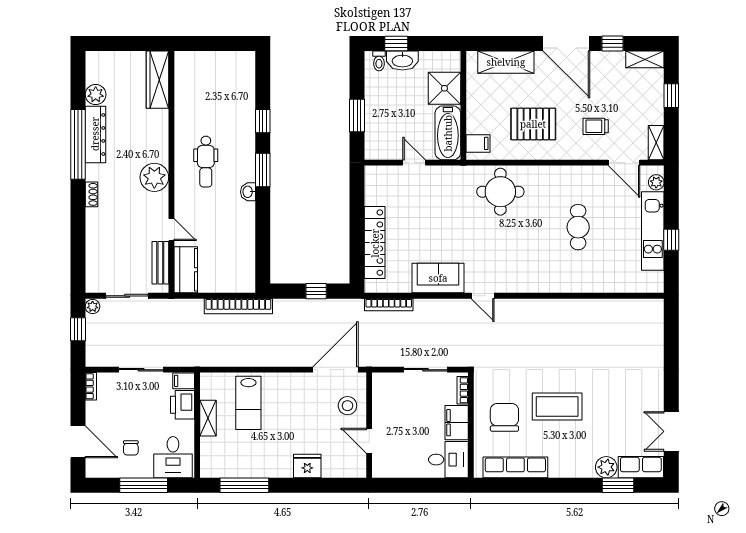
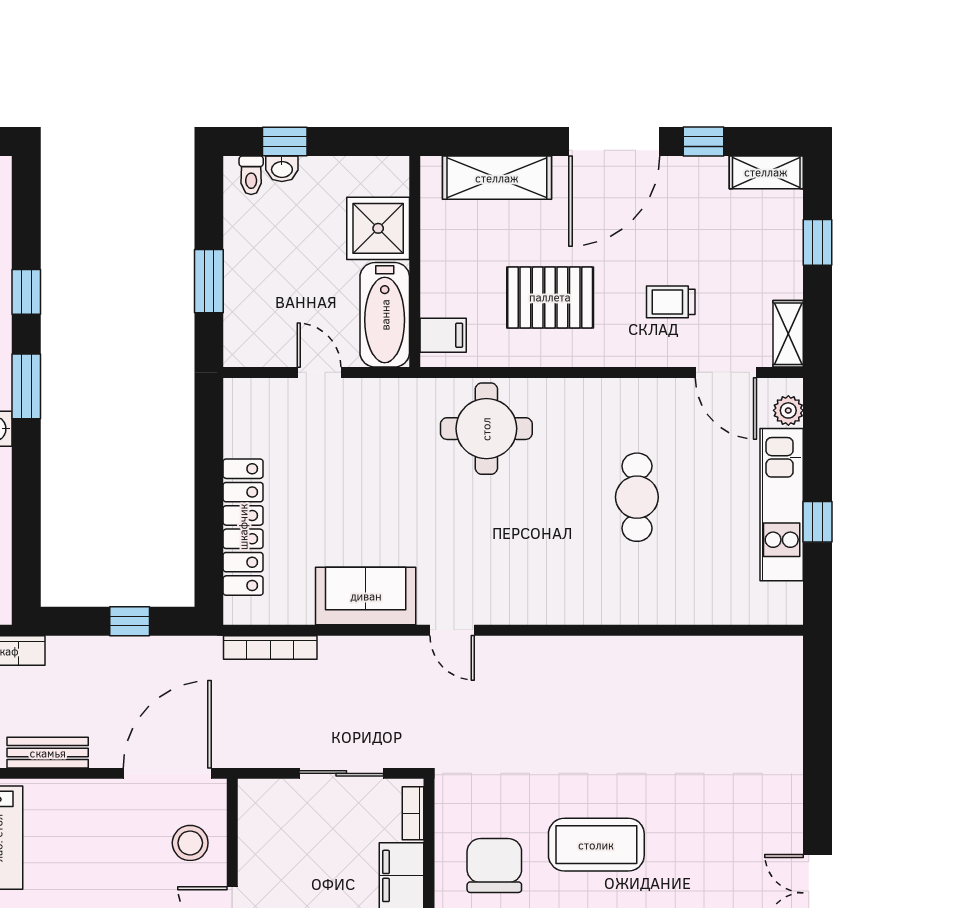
door: (566, 43) -> (614, 141), hinge flipped
washbasin: (402, 60) -> (282, 169), width x0.52, depth x0.69
bench: (274, 359) -> (48, 753), added

